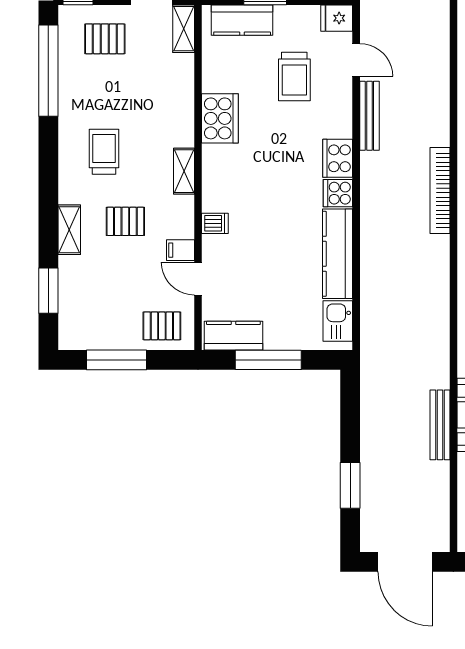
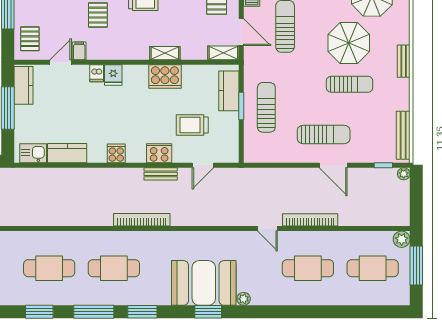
fridge: (337, 18) -> (113, 75), moved, turned 180
bench: (369, 116) -> (161, 174), width x0.73
cooker: (338, 158) -> (159, 153), moved
shelving: (184, 171) -> (165, 53), moved
bookcase: (440, 191) -> (142, 220), moved
kitchen counter: (338, 254) -> (67, 153), width x0.67

